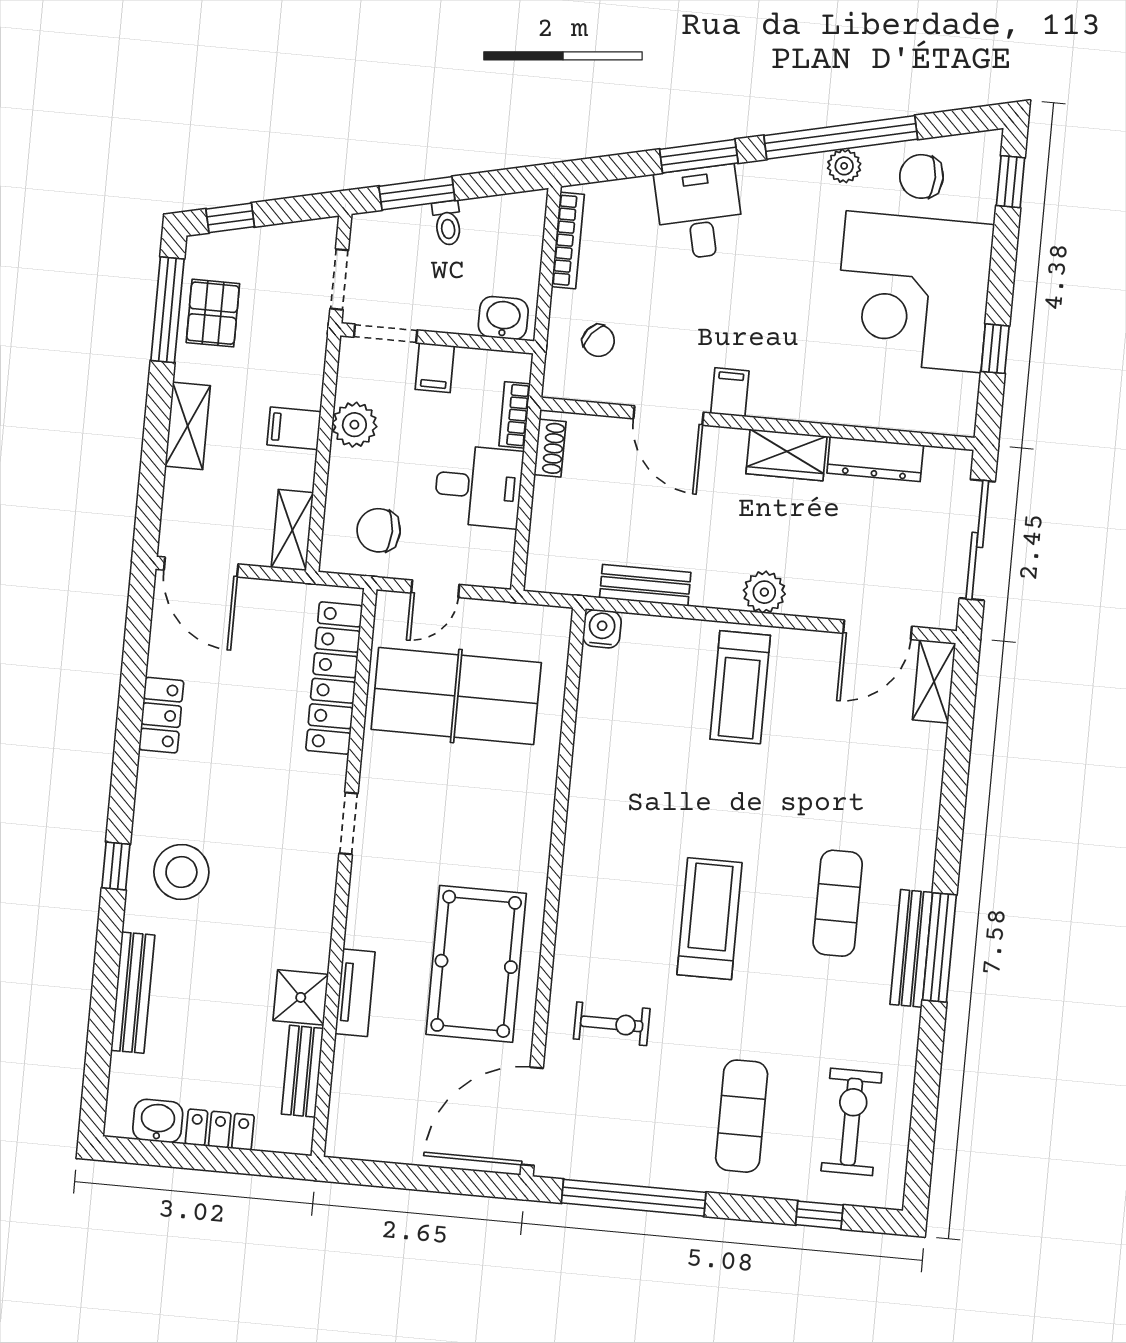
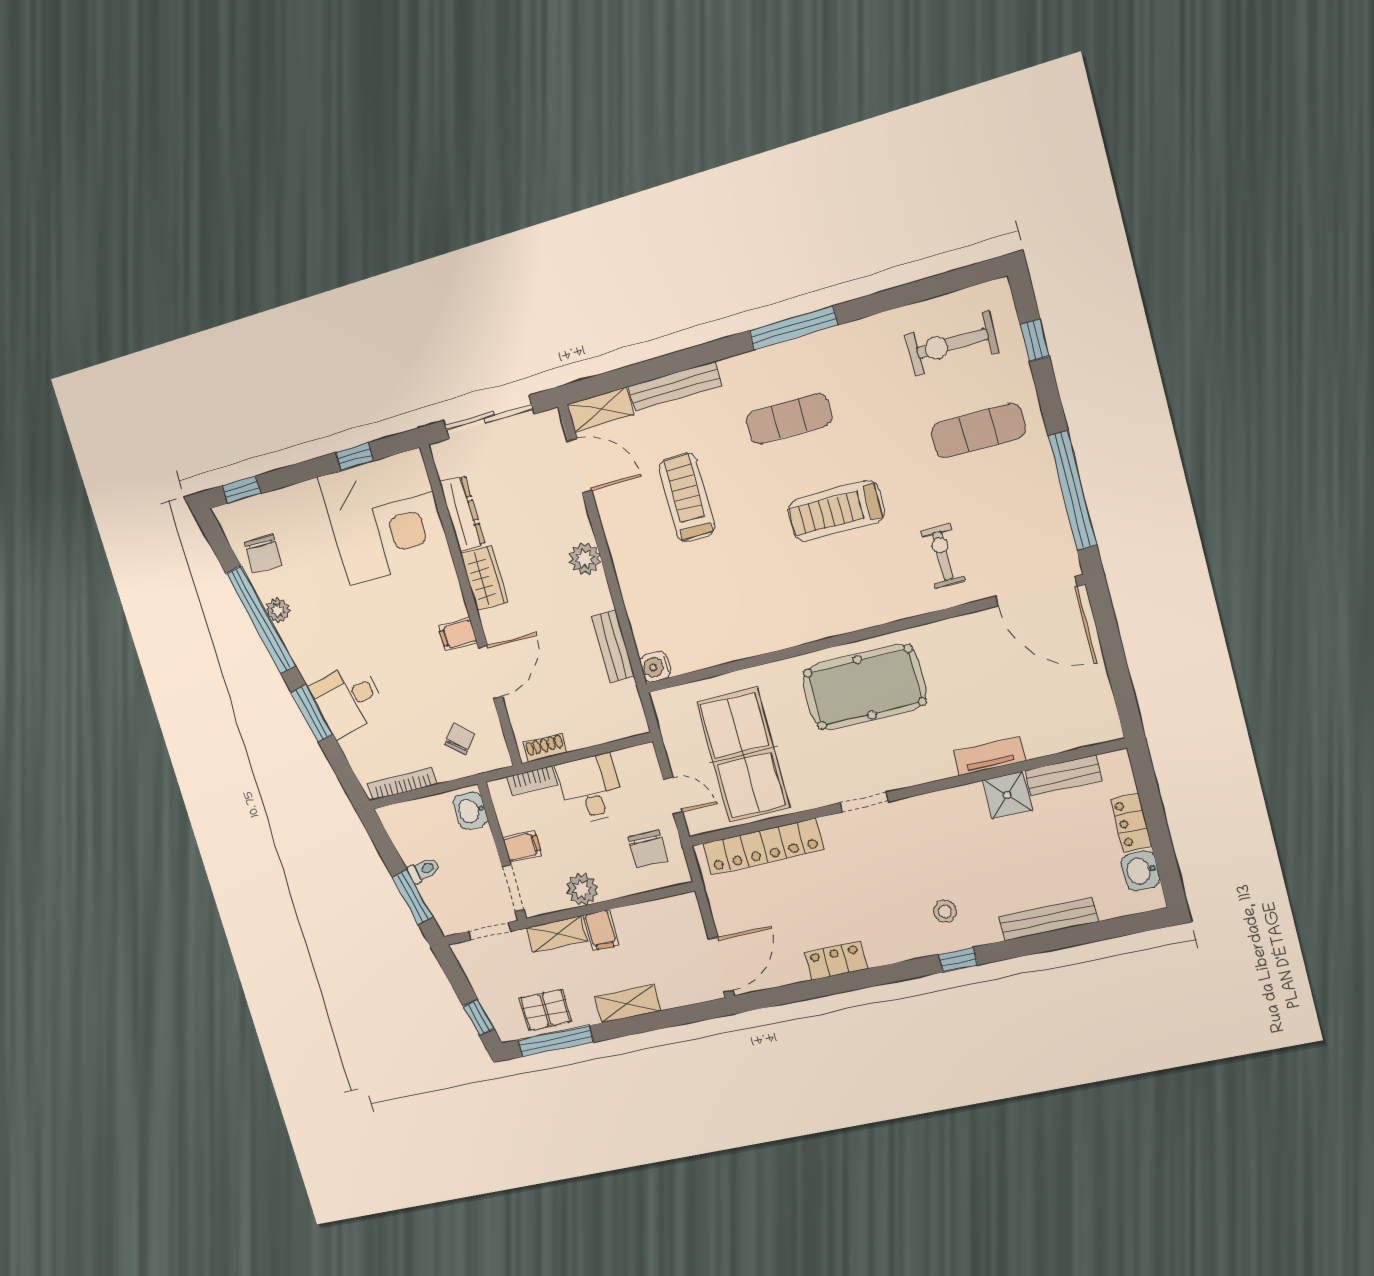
corner desk: (914, 292) -> (385, 517), moved
shelving: (292, 530) -> (557, 934), moved
treadmill: (740, 687) -> (687, 498), moved, turned -90
stool: (181, 872) -> (945, 911), width x0.53, depth x0.53
bench: (911, 948) -> (675, 386), moved
pool table: (476, 964) -> (865, 687), moved

